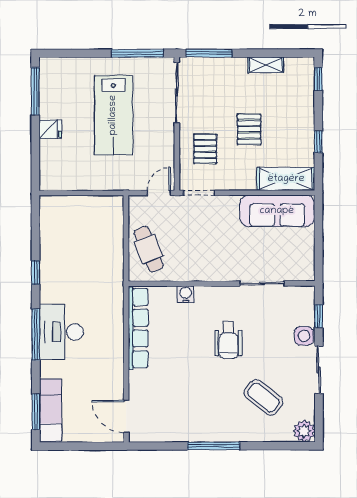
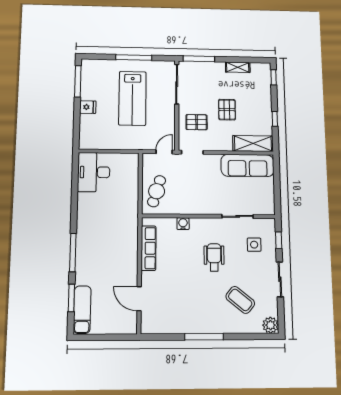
window: (137, 53) -> (134, 57), moved
pallet: (205, 149) -> (197, 122), turned 90
cafe table: (149, 249) -> (157, 191), turned 39
window: (36, 272) -> (74, 207), removed
row of seats: (138, 328) -> (148, 248), width x0.73
desk: (61, 332) -> (94, 172), moved
side table: (304, 336) -> (254, 245), moved
wheelchair: (228, 340) -> (214, 257), turned 180
window: (36, 412) -> (71, 298), moved
door: (126, 416) -> (139, 299), moved

